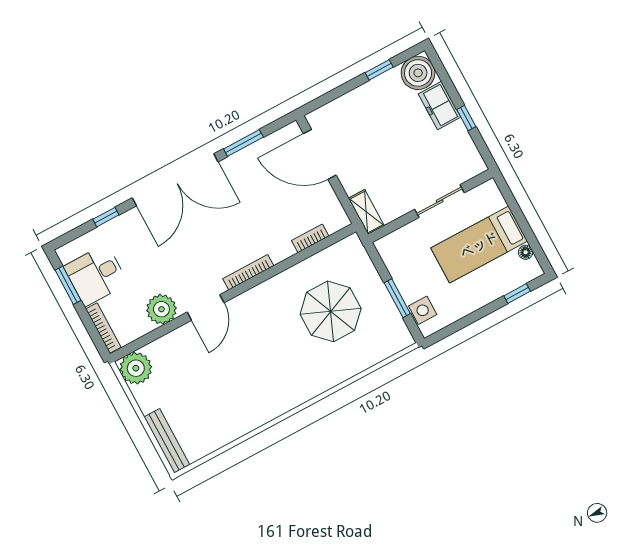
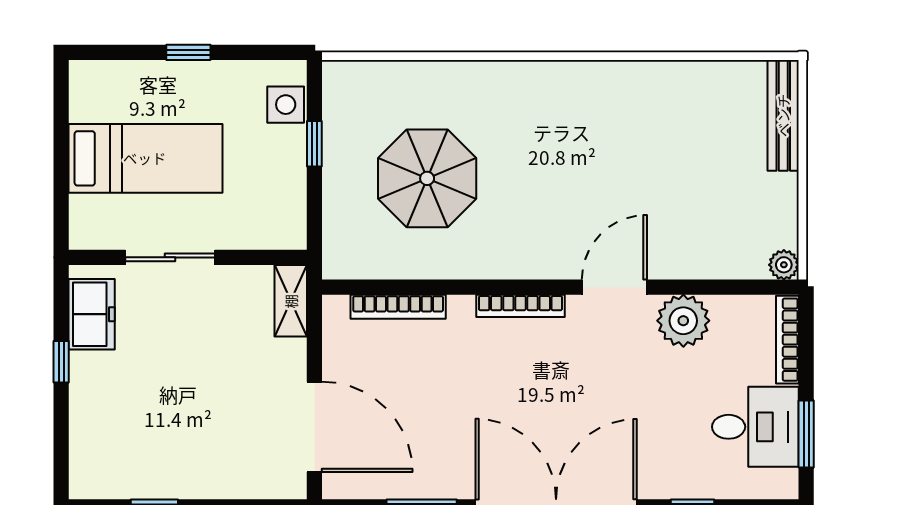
boiler: (418, 73) -> (98, 470), removed
freezer: (440, 106) -> (92, 314), moved
bookcase: (310, 238) -> (398, 307), width x1.56
floor lamp: (526, 252) -> (81, 108), removed
window: (517, 294) -> (188, 52), moved
window: (397, 298) -> (314, 144), width x0.67
plant: (136, 368) -> (784, 265), width x0.53, depth x0.53

